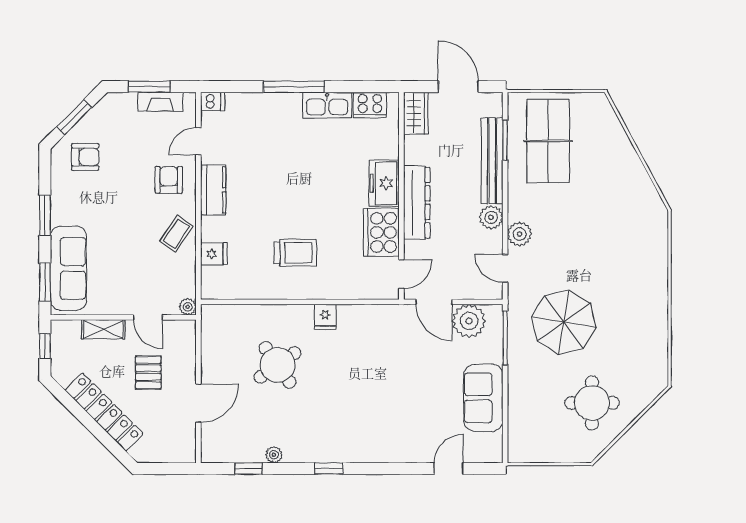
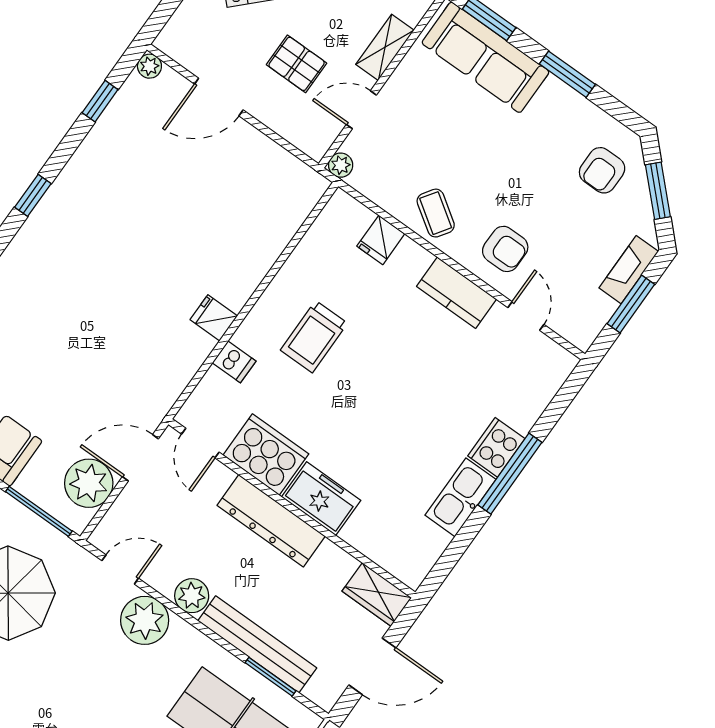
fireplace: (160, 102) -> (629, 270), moved
dishwasher: (213, 102) -> (234, 362), moved, turned -90
cooker: (370, 105) -> (496, 447), moved
plant: (520, 234) -> (145, 620), width x1.36, depth x1.36
round table: (278, 365) -> (197, 222), removed
door: (198, 403) -> (219, 97), hinge flipped
plant: (274, 455) -> (149, 66), moved

